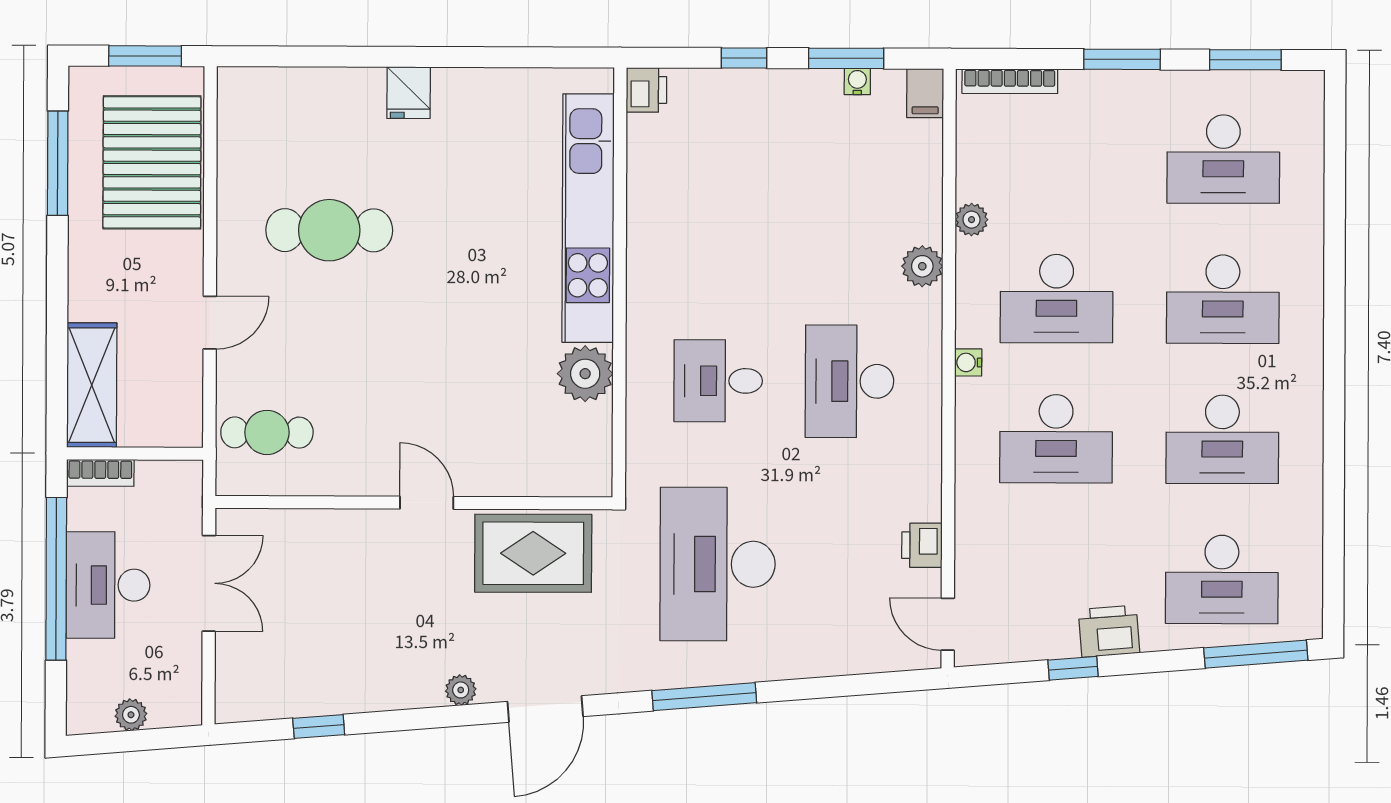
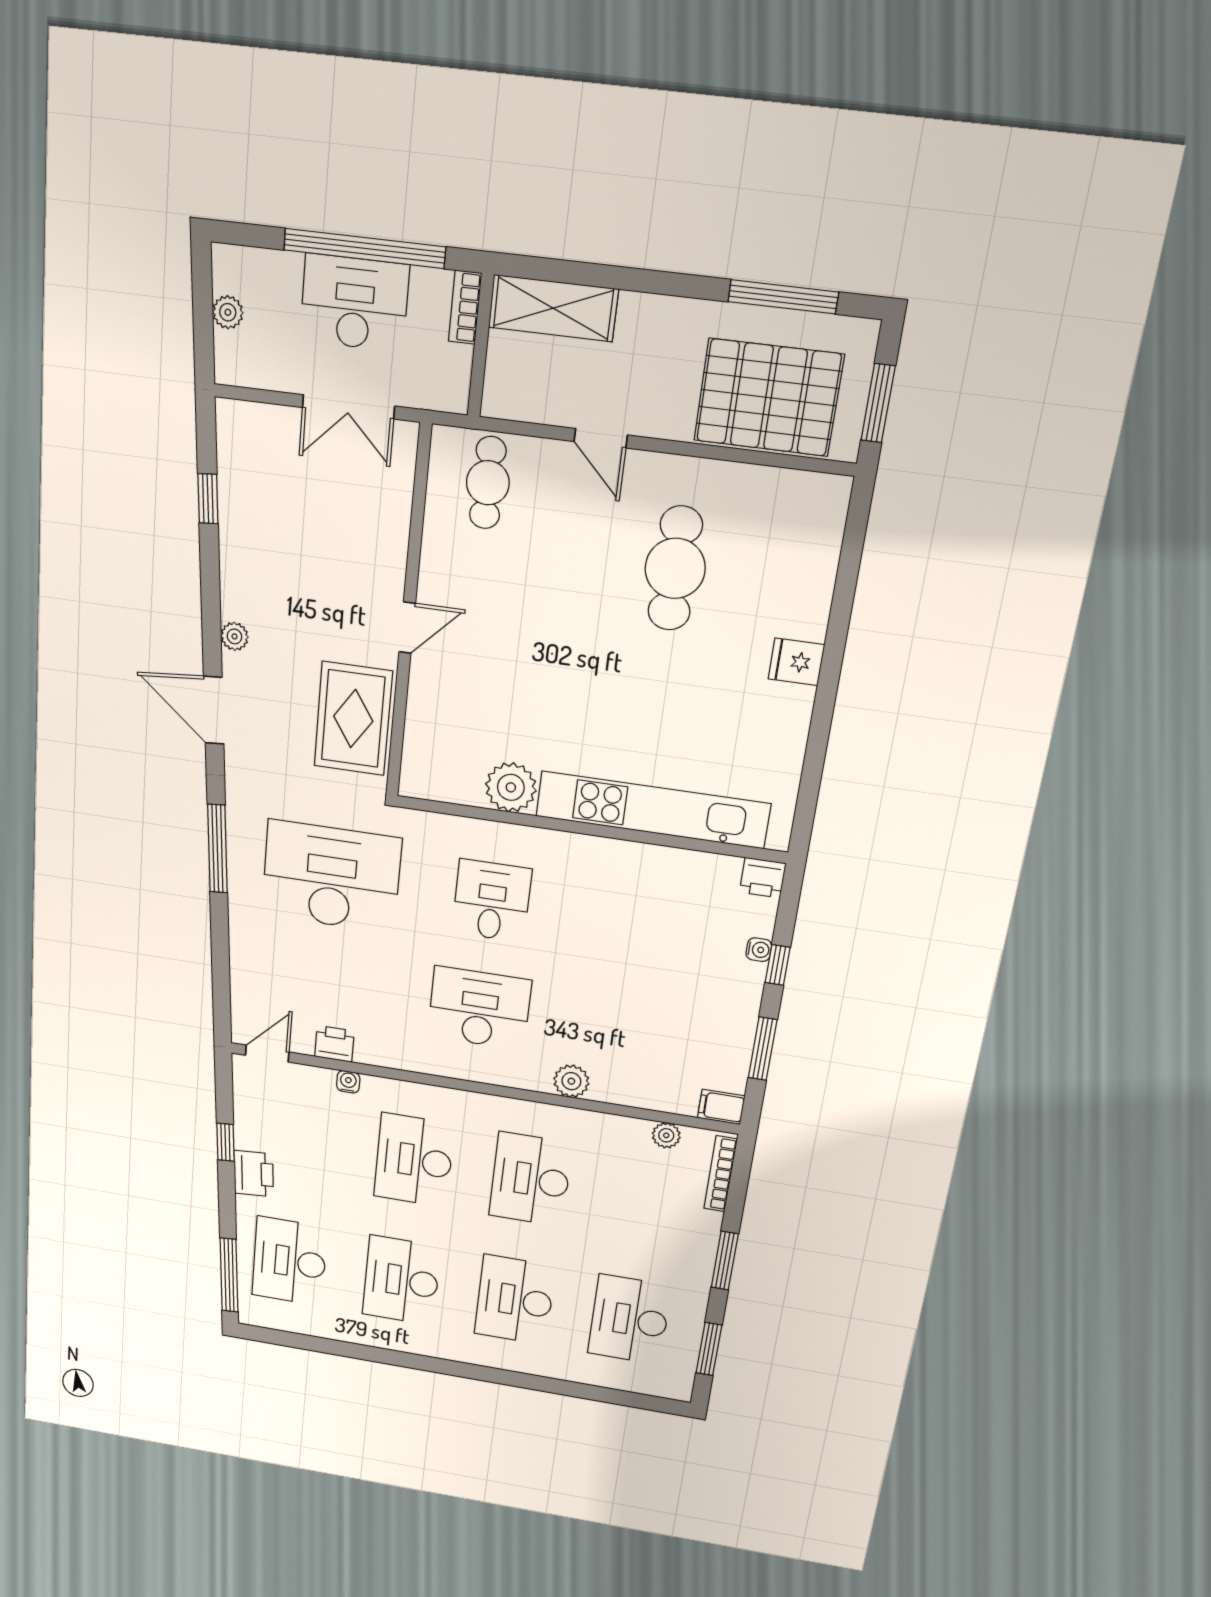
water cooler: (857, 82) -> (759, 950), moved
plant: (972, 220) -> (666, 1135), moved
water cooler: (968, 362) -> (348, 1082), moved

